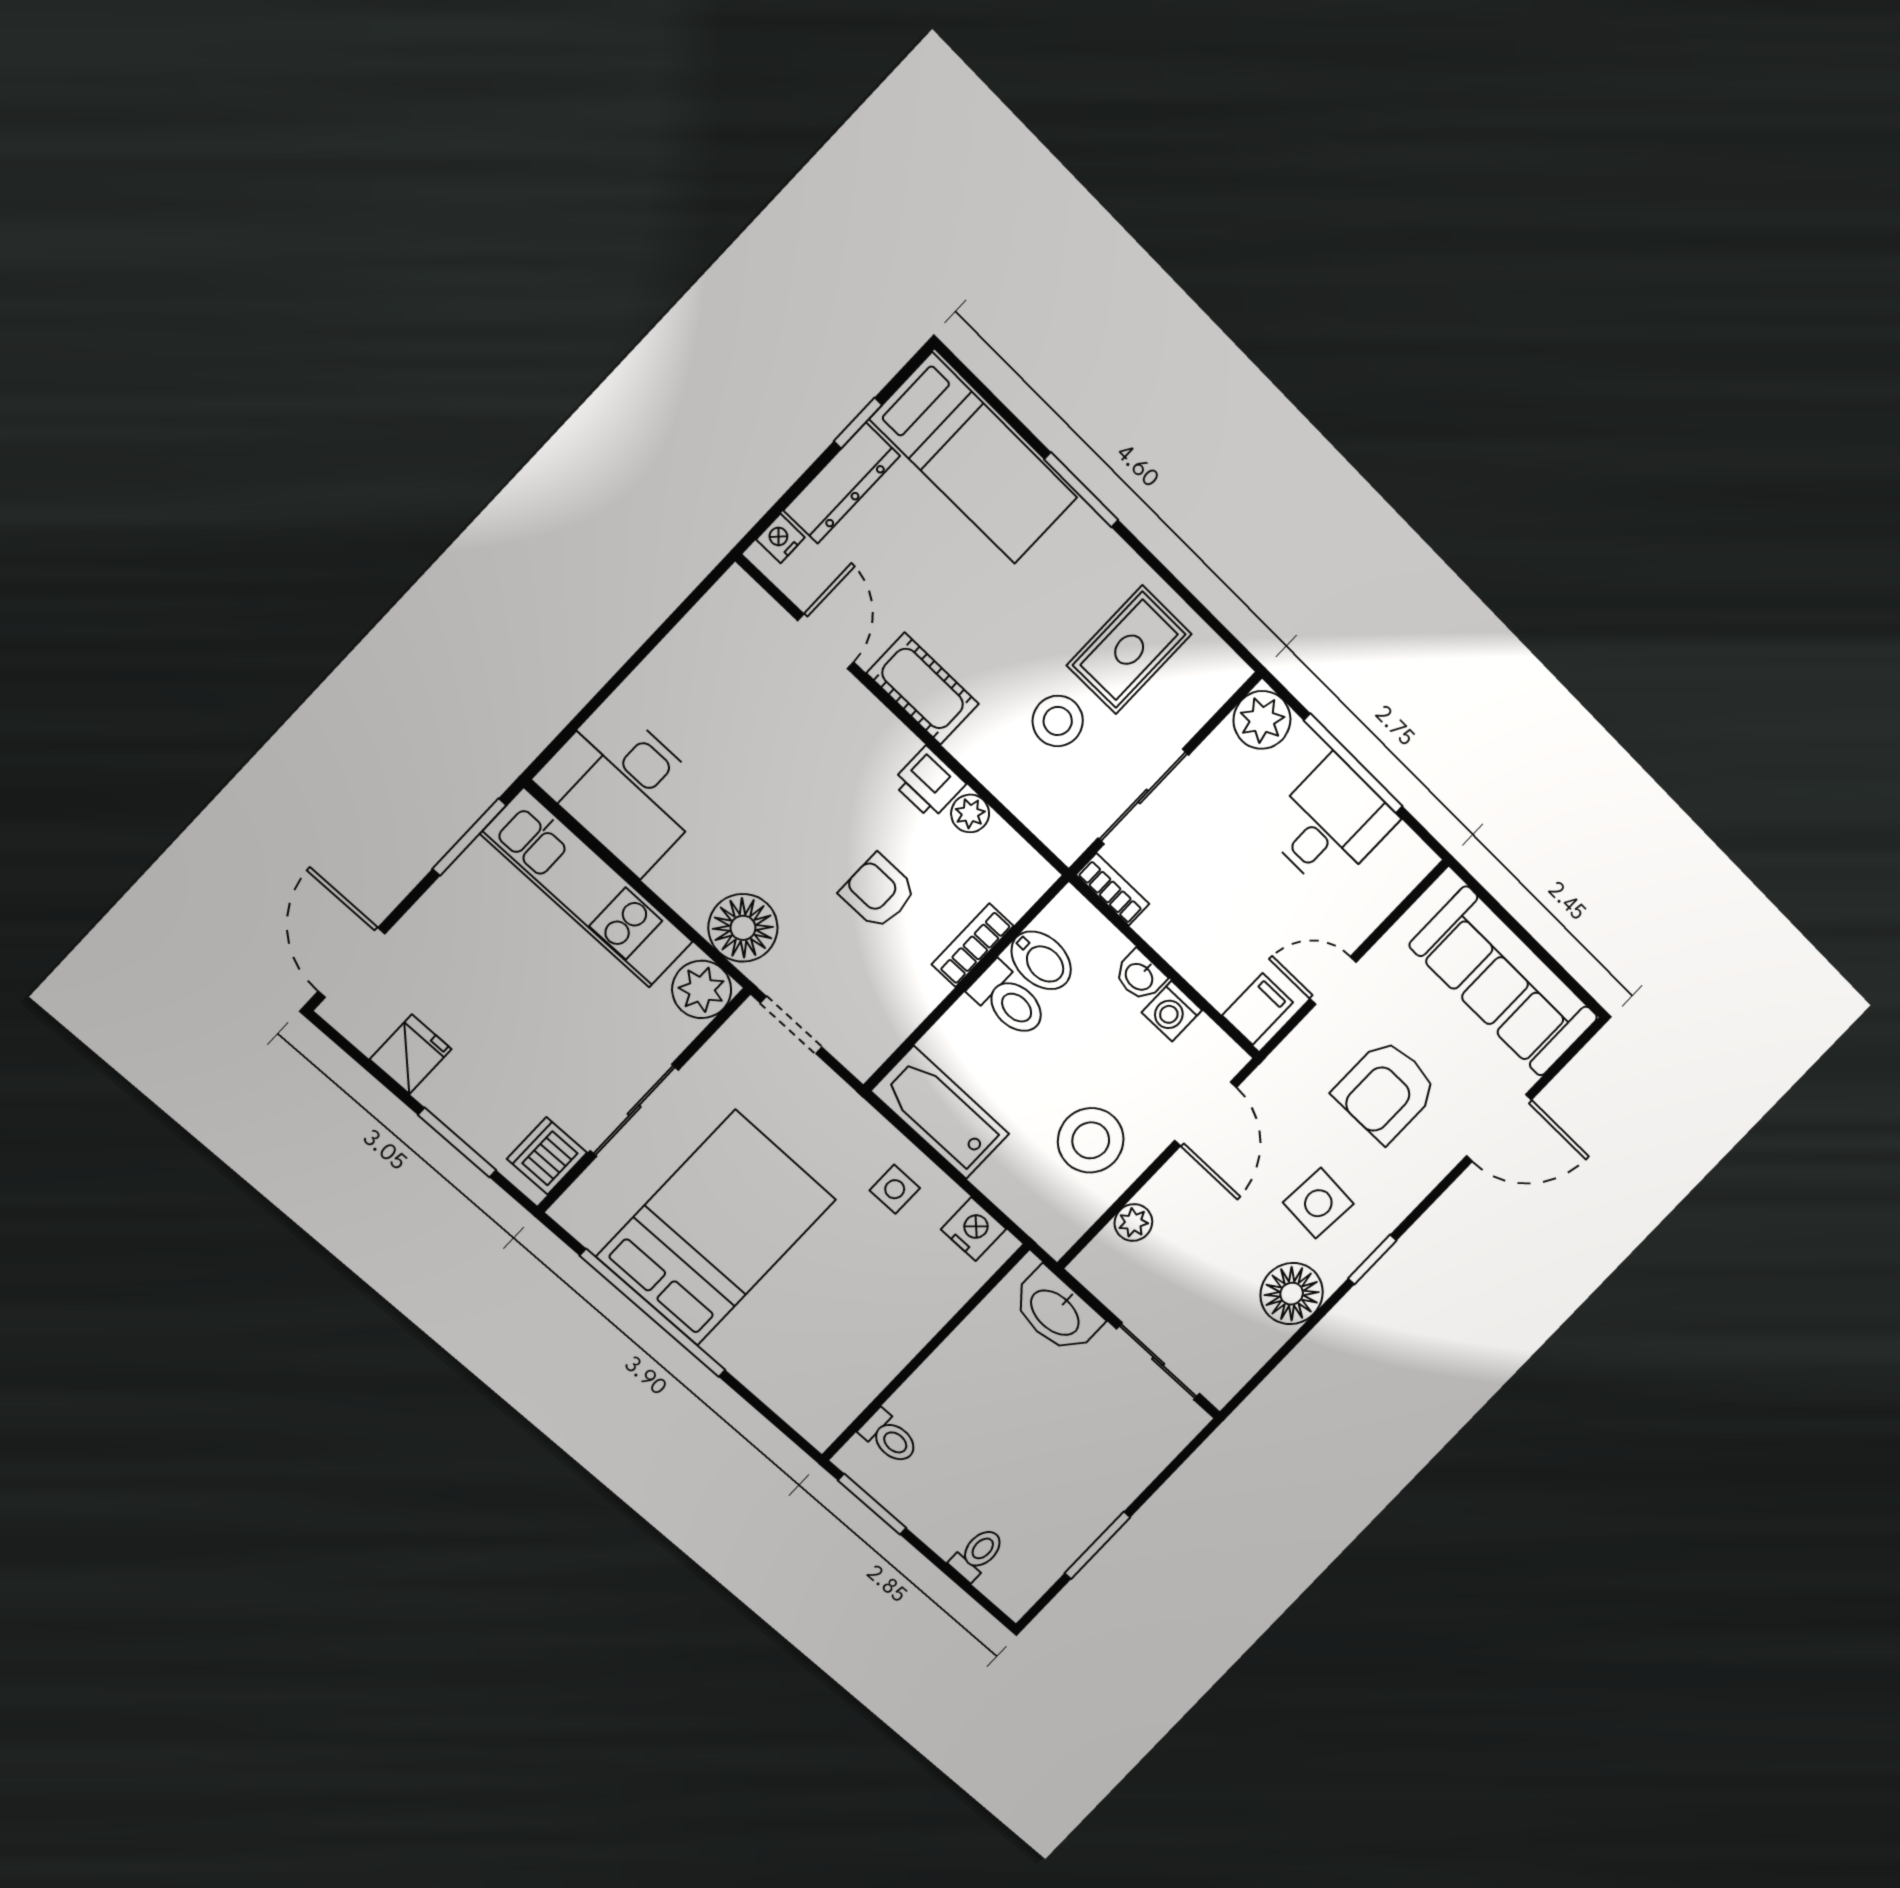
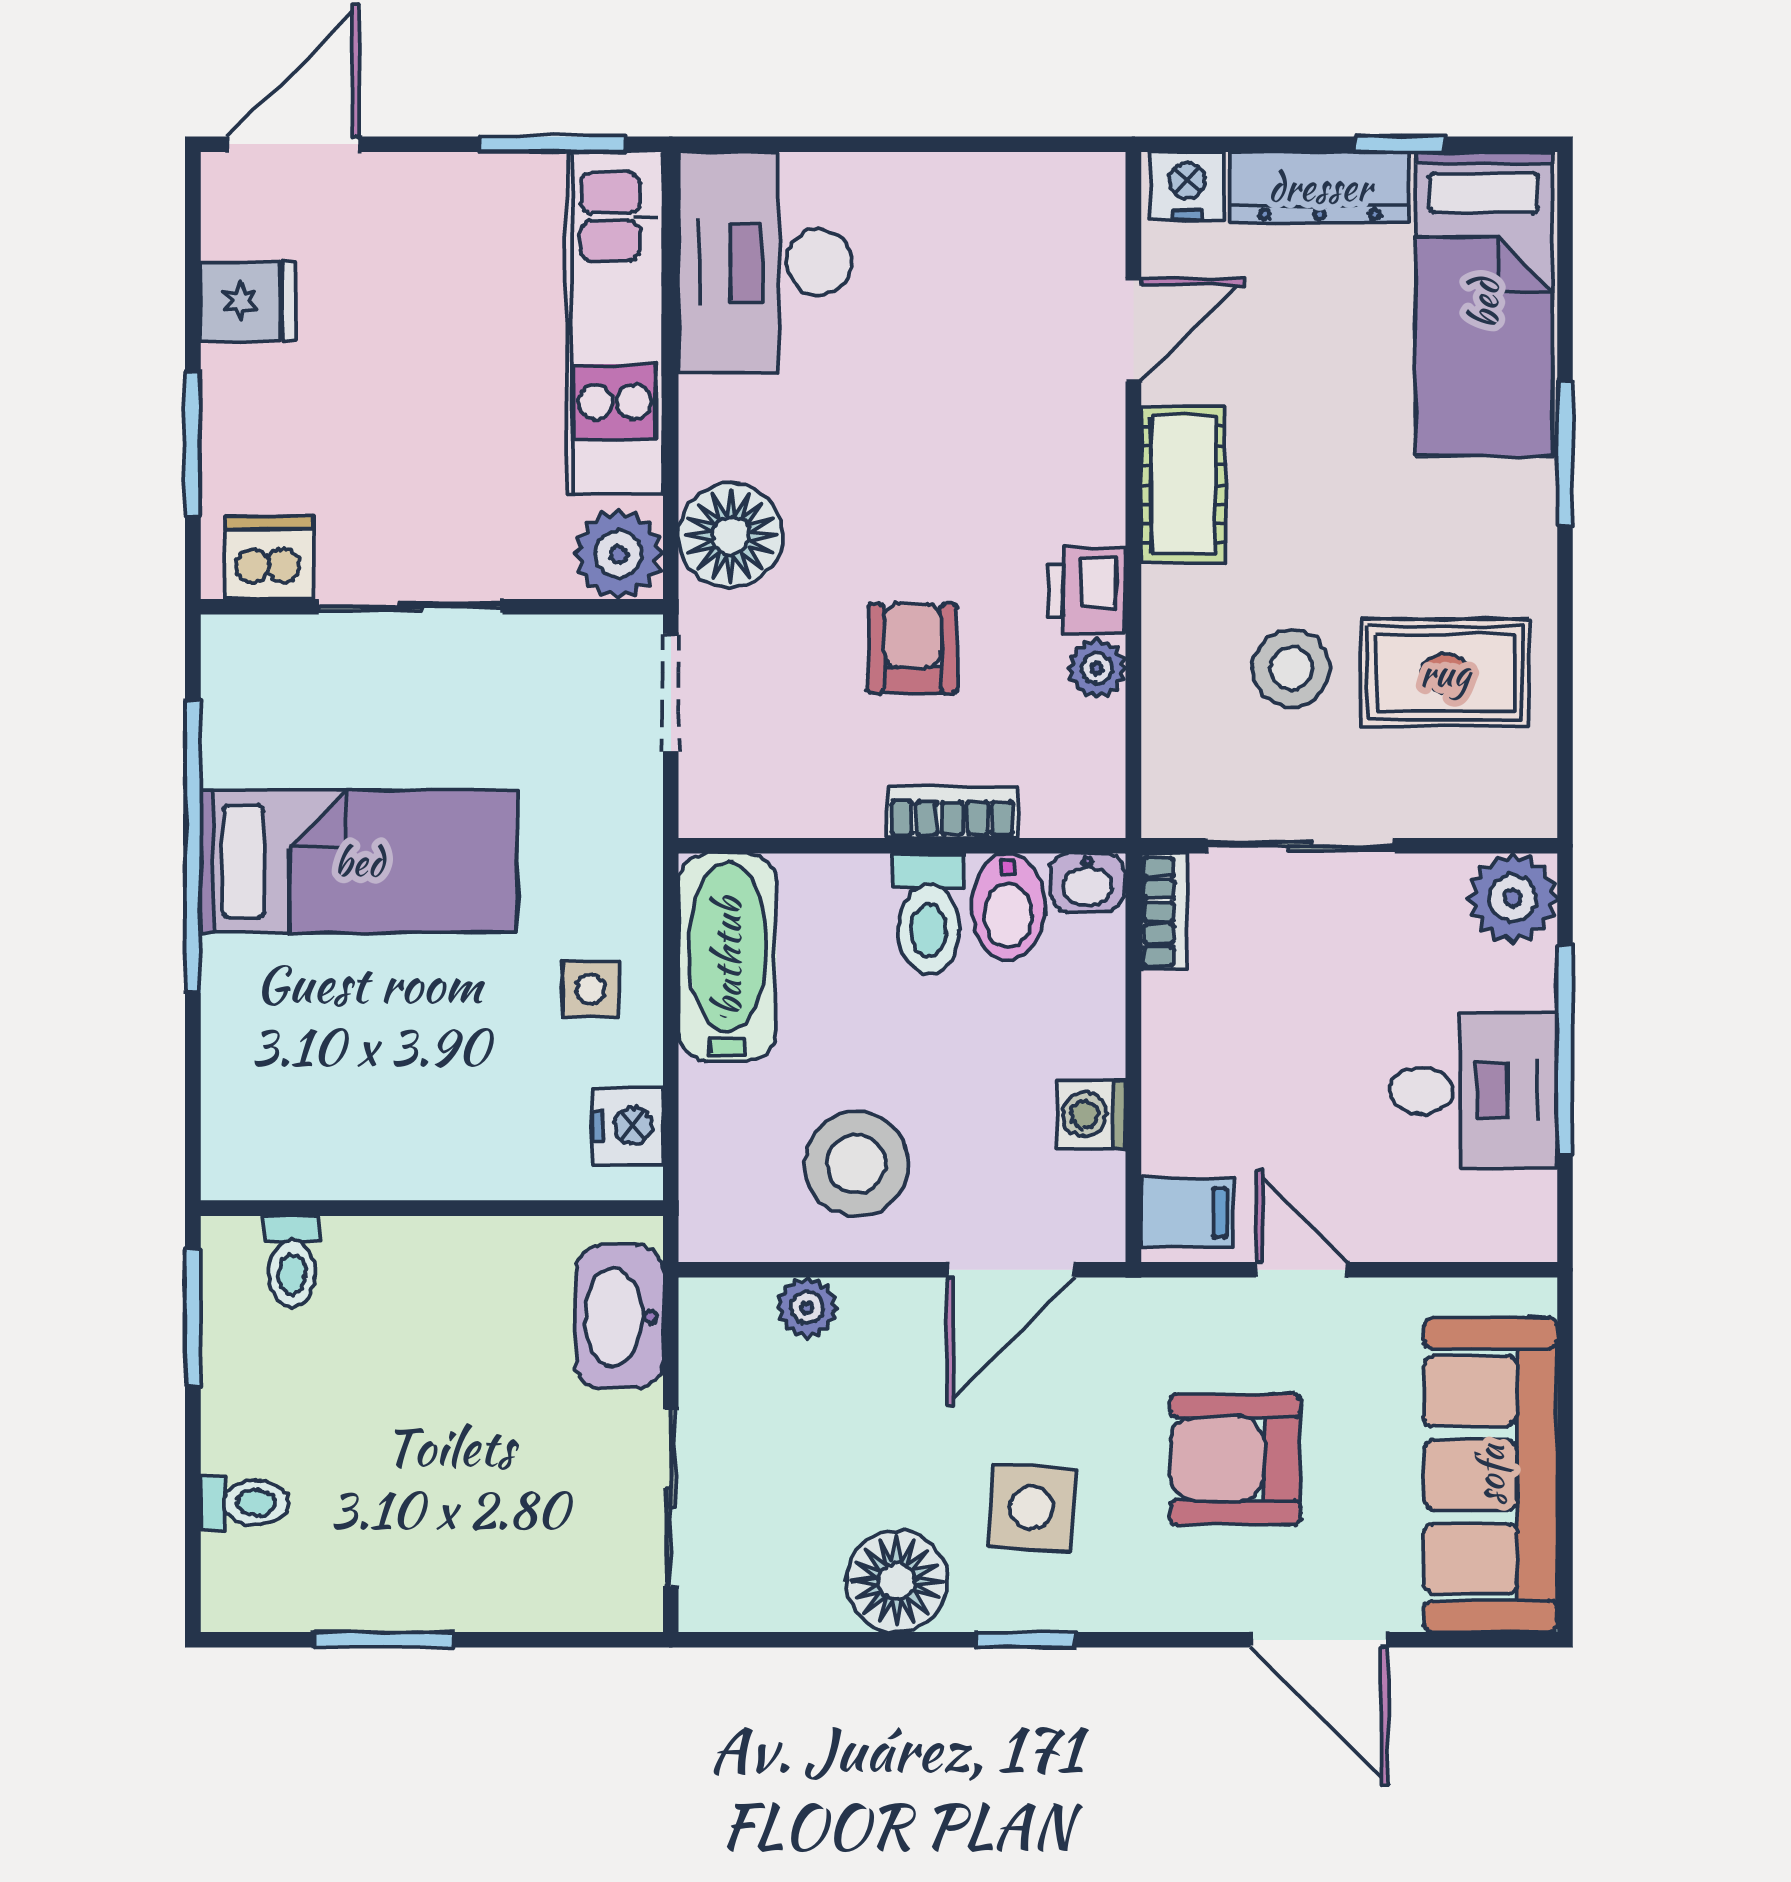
nightstand: (780, 538) -> (1187, 186), width x1.39, depth x1.35
washbasin: (1140, 976) -> (1087, 883), moved, turned -90
bed: (716, 1228) -> (359, 862), width x0.67

